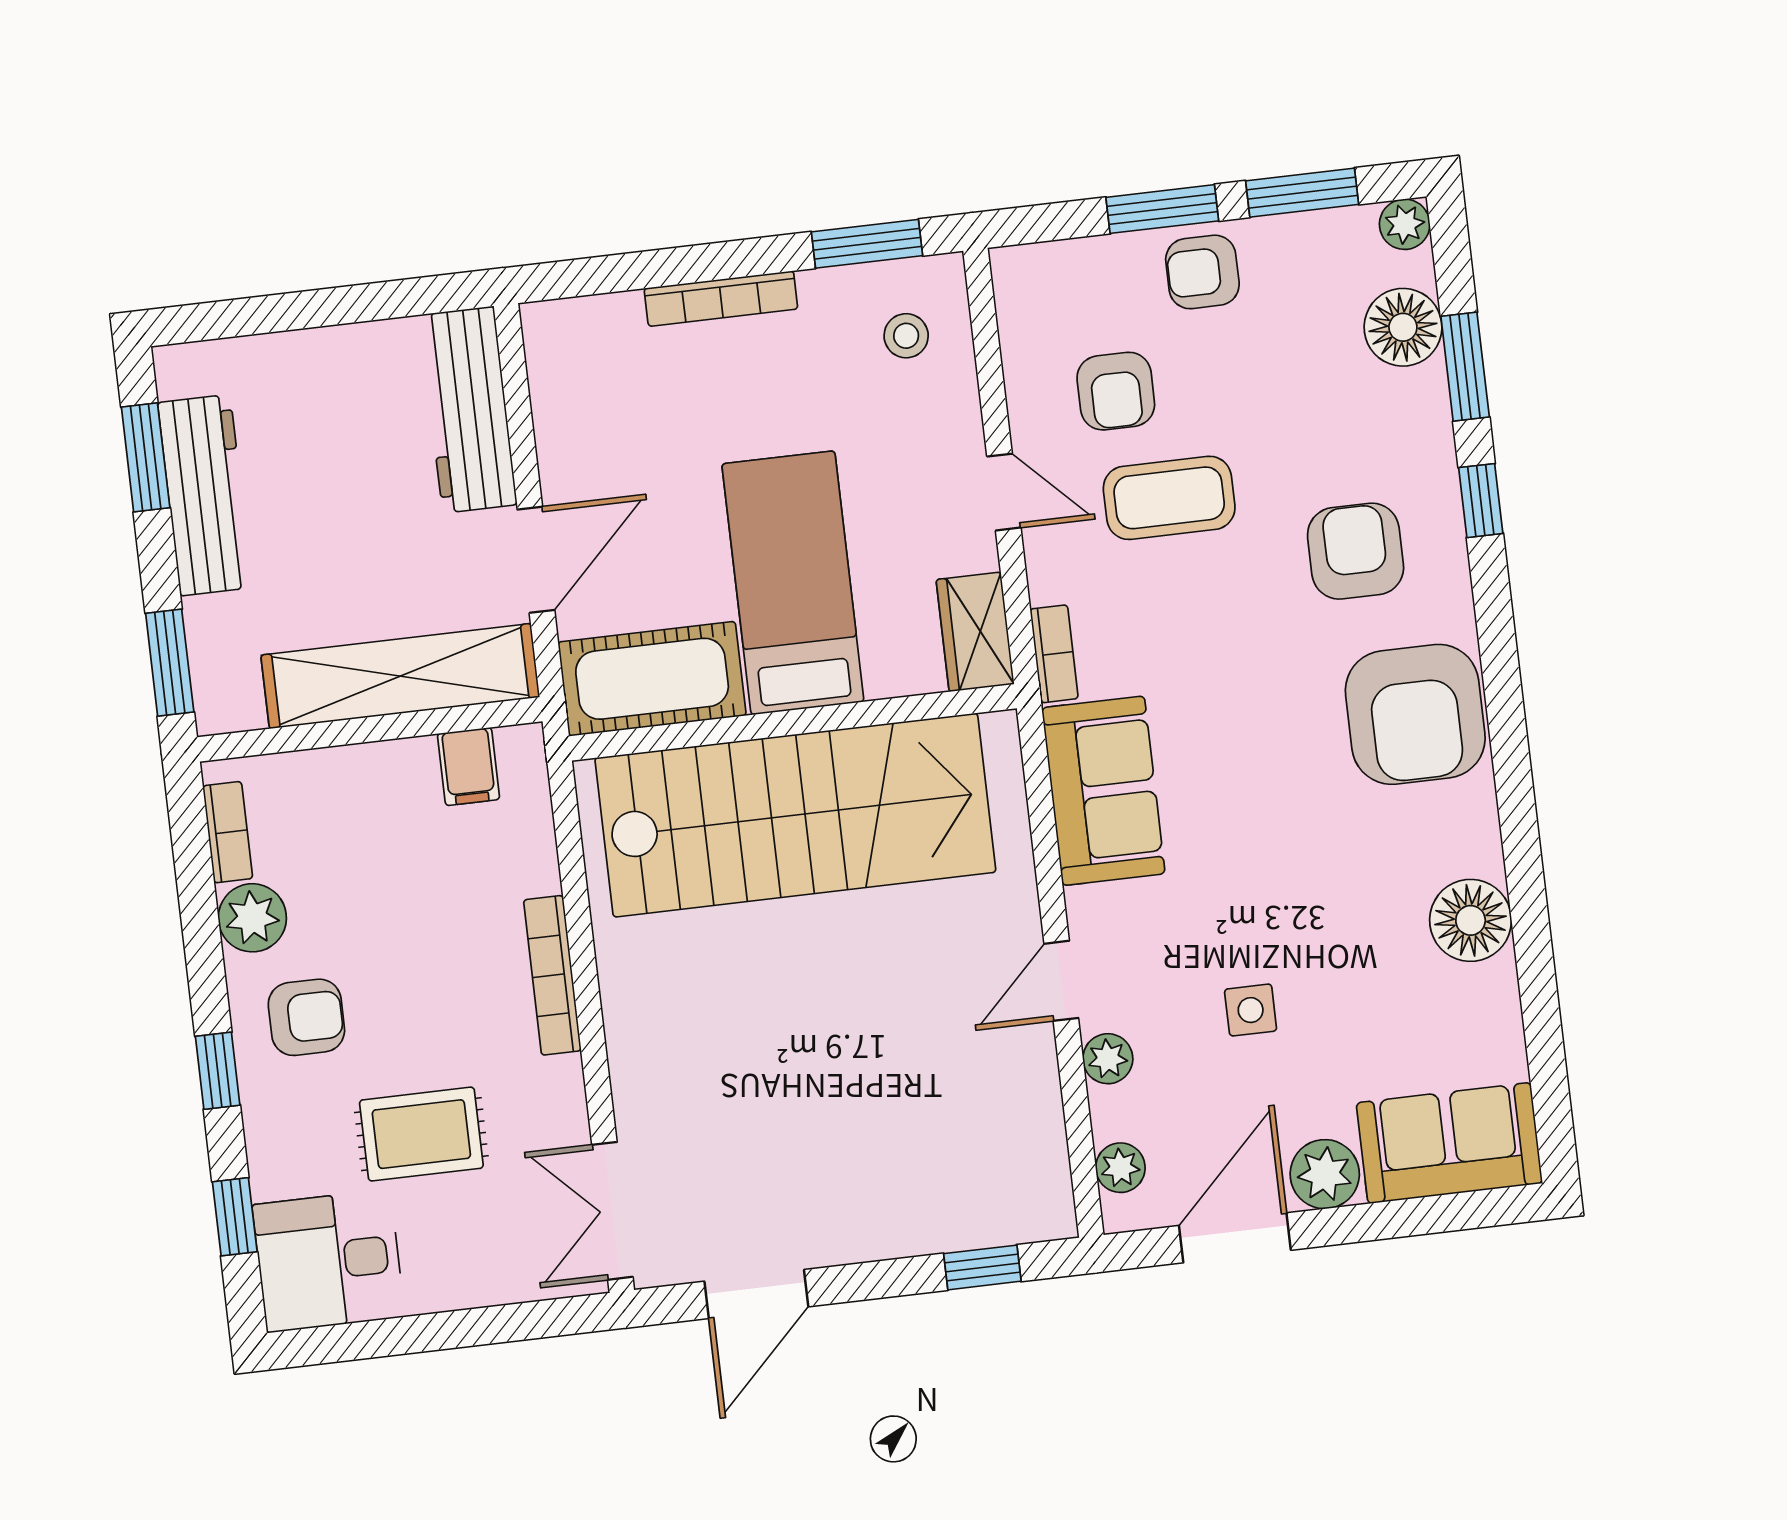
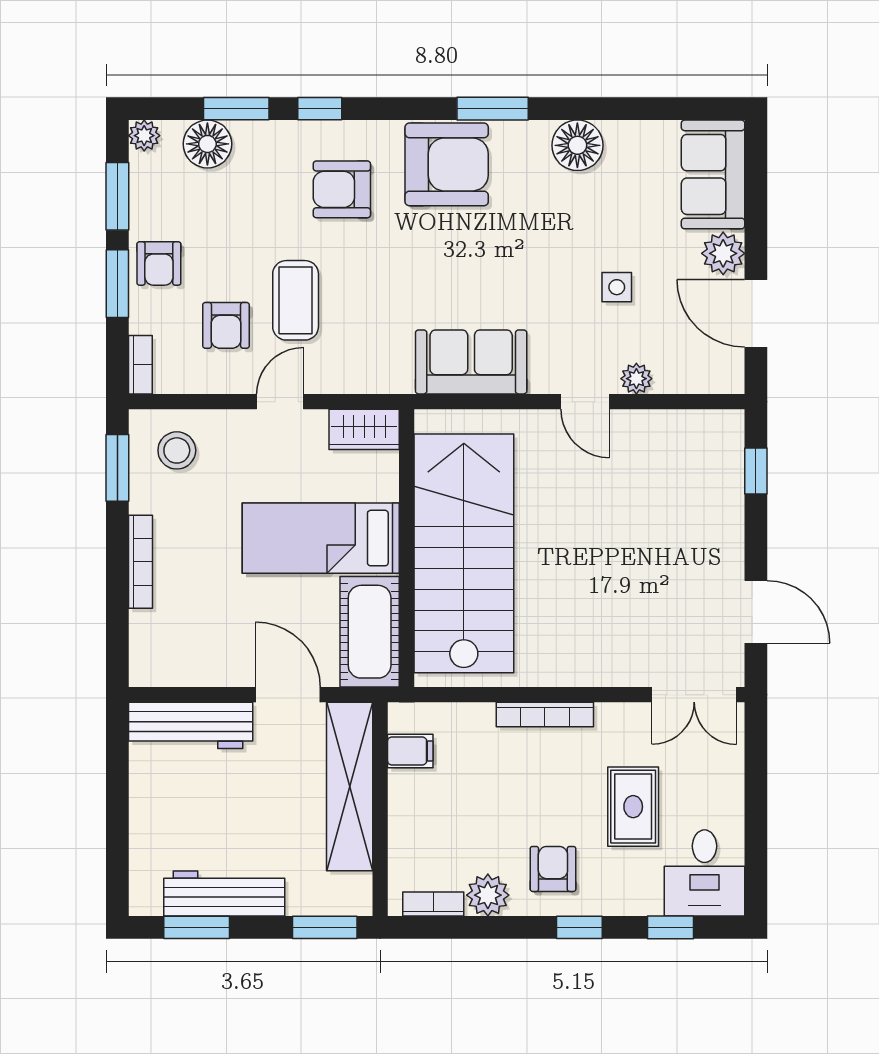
stool: (906, 336) -> (177, 450), width x1.37, depth x1.37
armchair: (1116, 391) -> (226, 325), turned 90
bookcase: (1054, 654) -> (140, 365), moved, turned 90
window: (1513, 778) -> (493, 109), added
plant: (1120, 1168) -> (704, 379), removed

